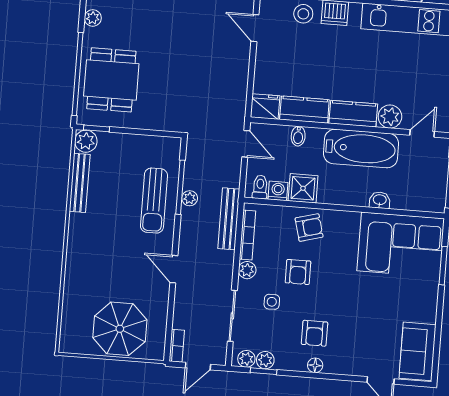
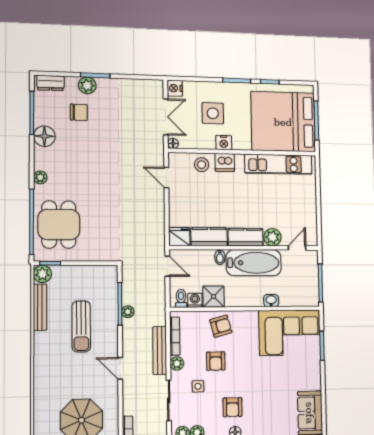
bidet: (298, 136) -> (220, 257), moved
sun lounger: (154, 201) -> (81, 326), moved
bench: (229, 219) -> (160, 350), moved

